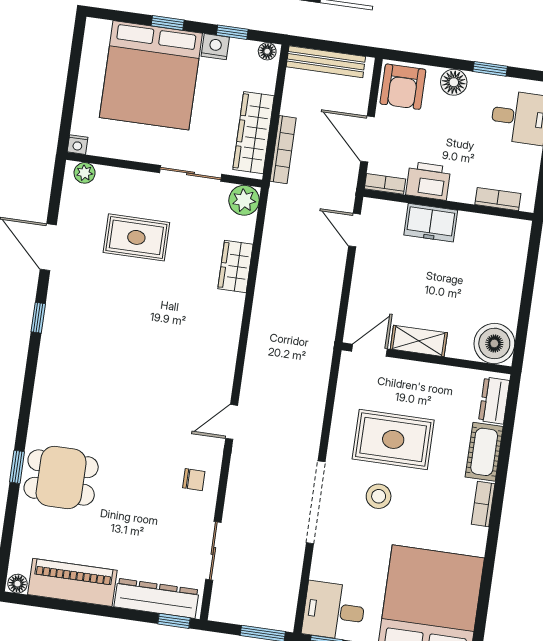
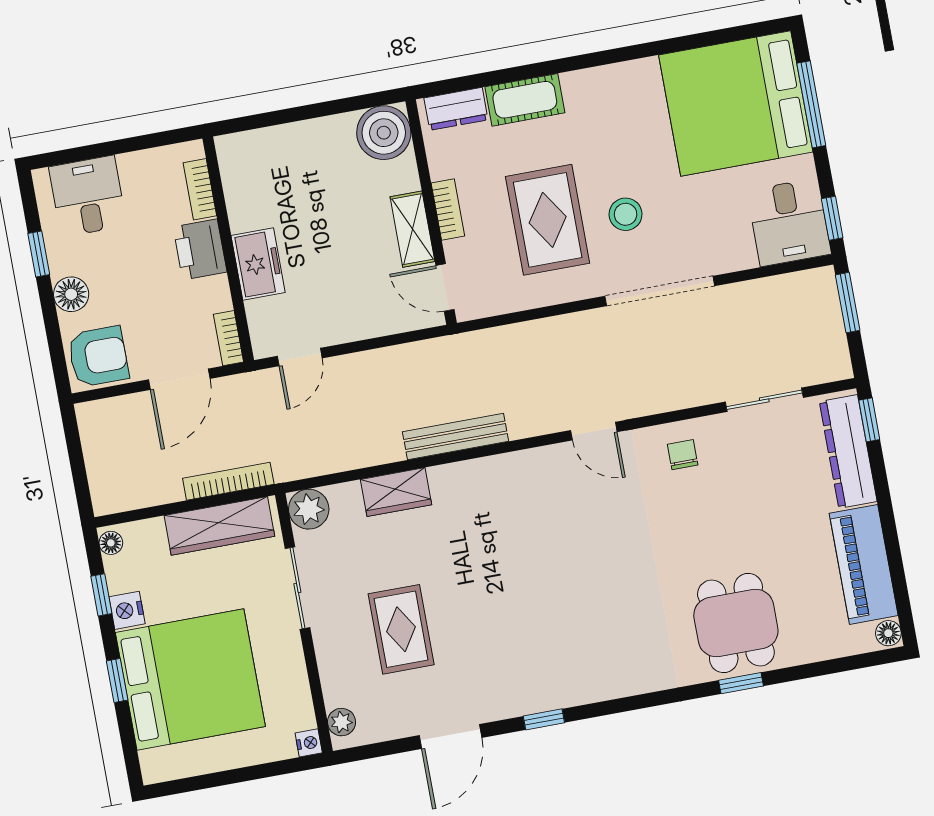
bench: (326, 62) -> (456, 437), moved, turned 90
printer: (428, 181) -> (200, 250), moved
bookcase: (483, 504) -> (448, 209), moved, turned -90

